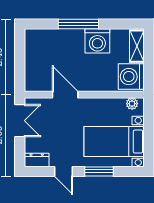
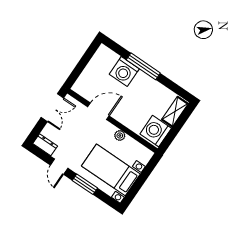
washing machine: (97, 41) -> (124, 71), moved
door: (65, 95) -> (98, 111), hinge flipped
plant: (132, 104) -> (120, 136), moved

